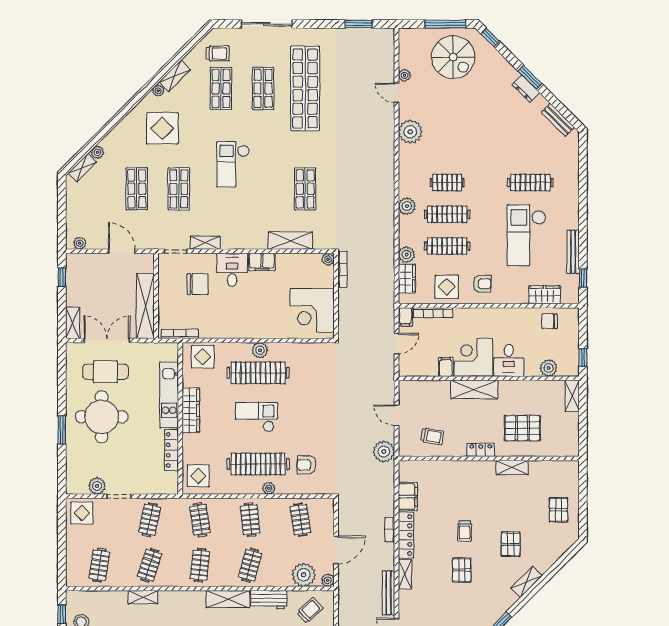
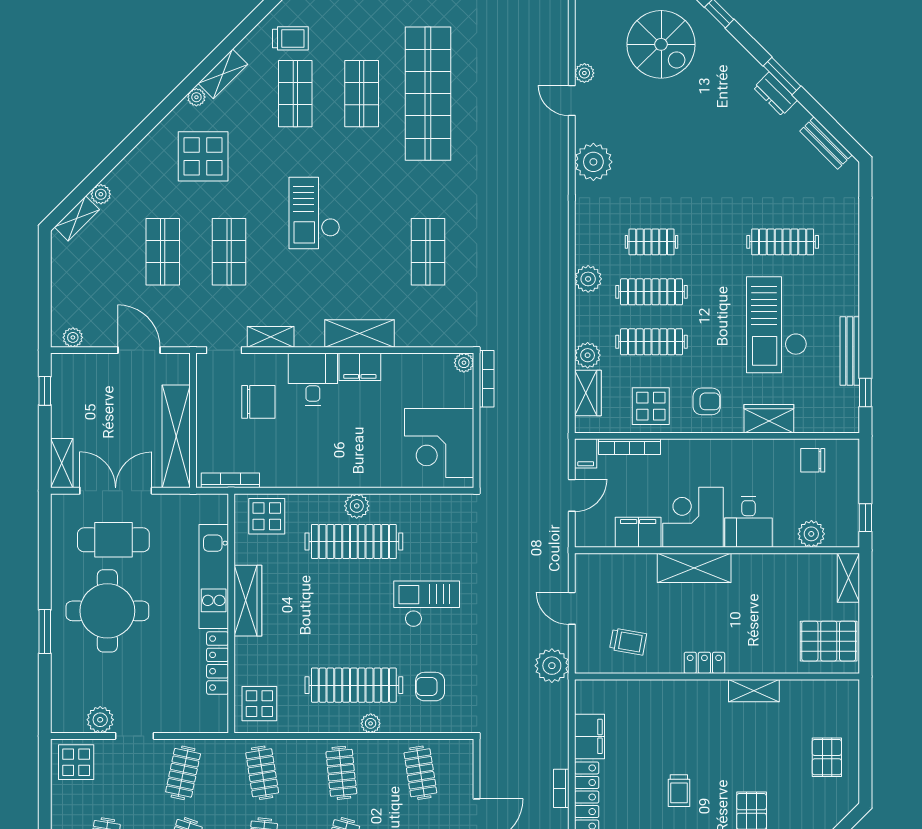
shelving: (290, 241) -> (360, 333), moved
wardrobe: (545, 295) -> (769, 419), moved
filing cabinet: (446, 367) -> (638, 532), width x2.00
checkout: (256, 417) -> (427, 604), moved
pallet: (522, 428) -> (829, 641), moved

